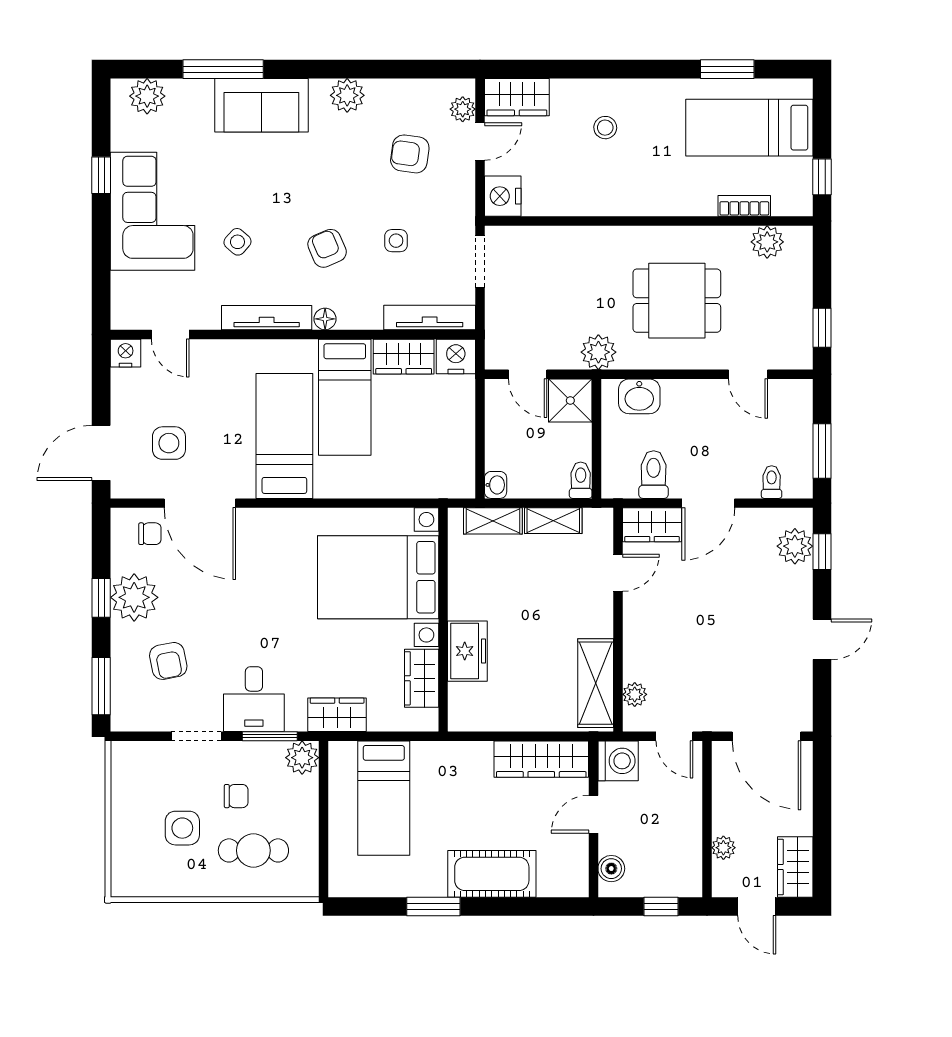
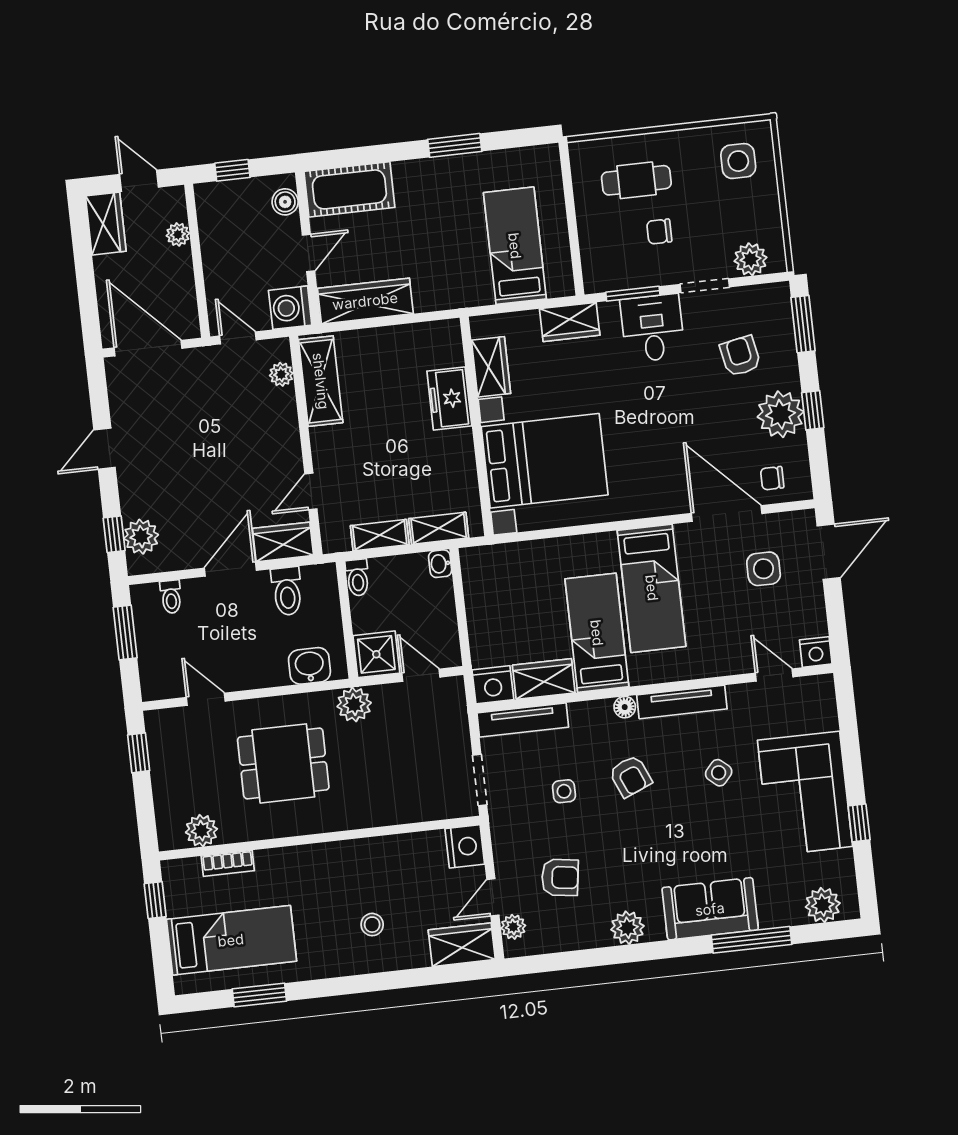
plant: (302, 758) -> (750, 259), moved
side table: (182, 828) -> (738, 161), moved
cot: (492, 874) -> (349, 189), moved

